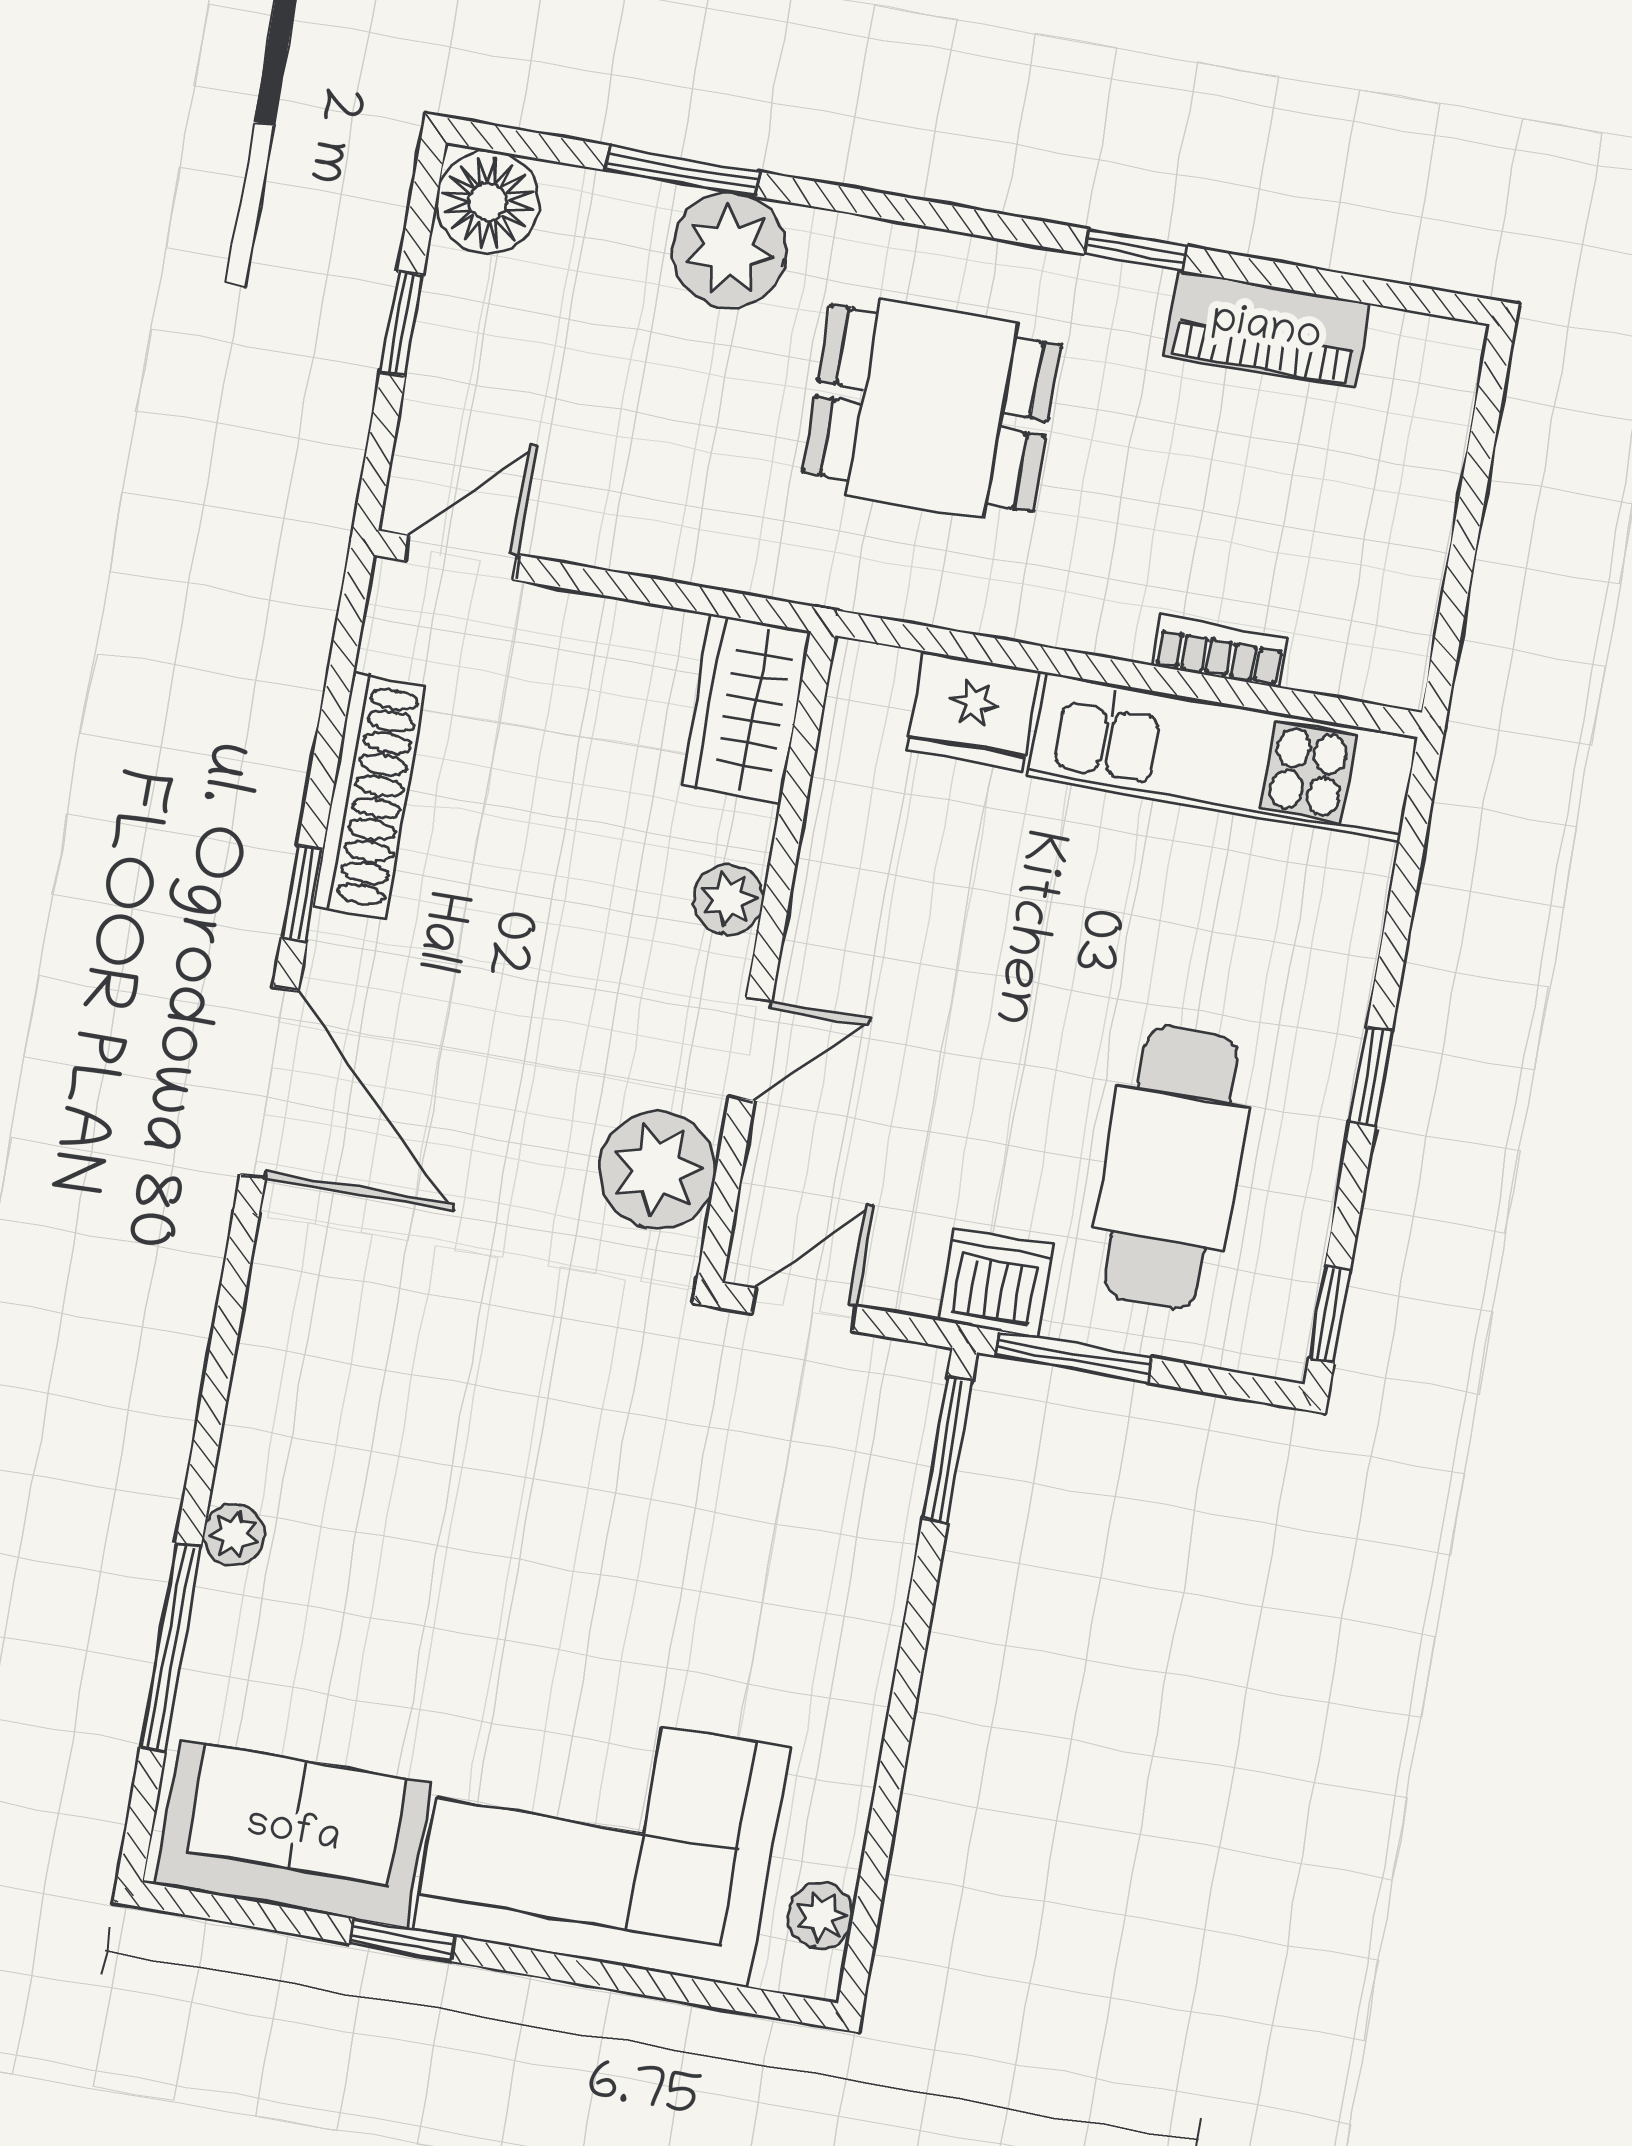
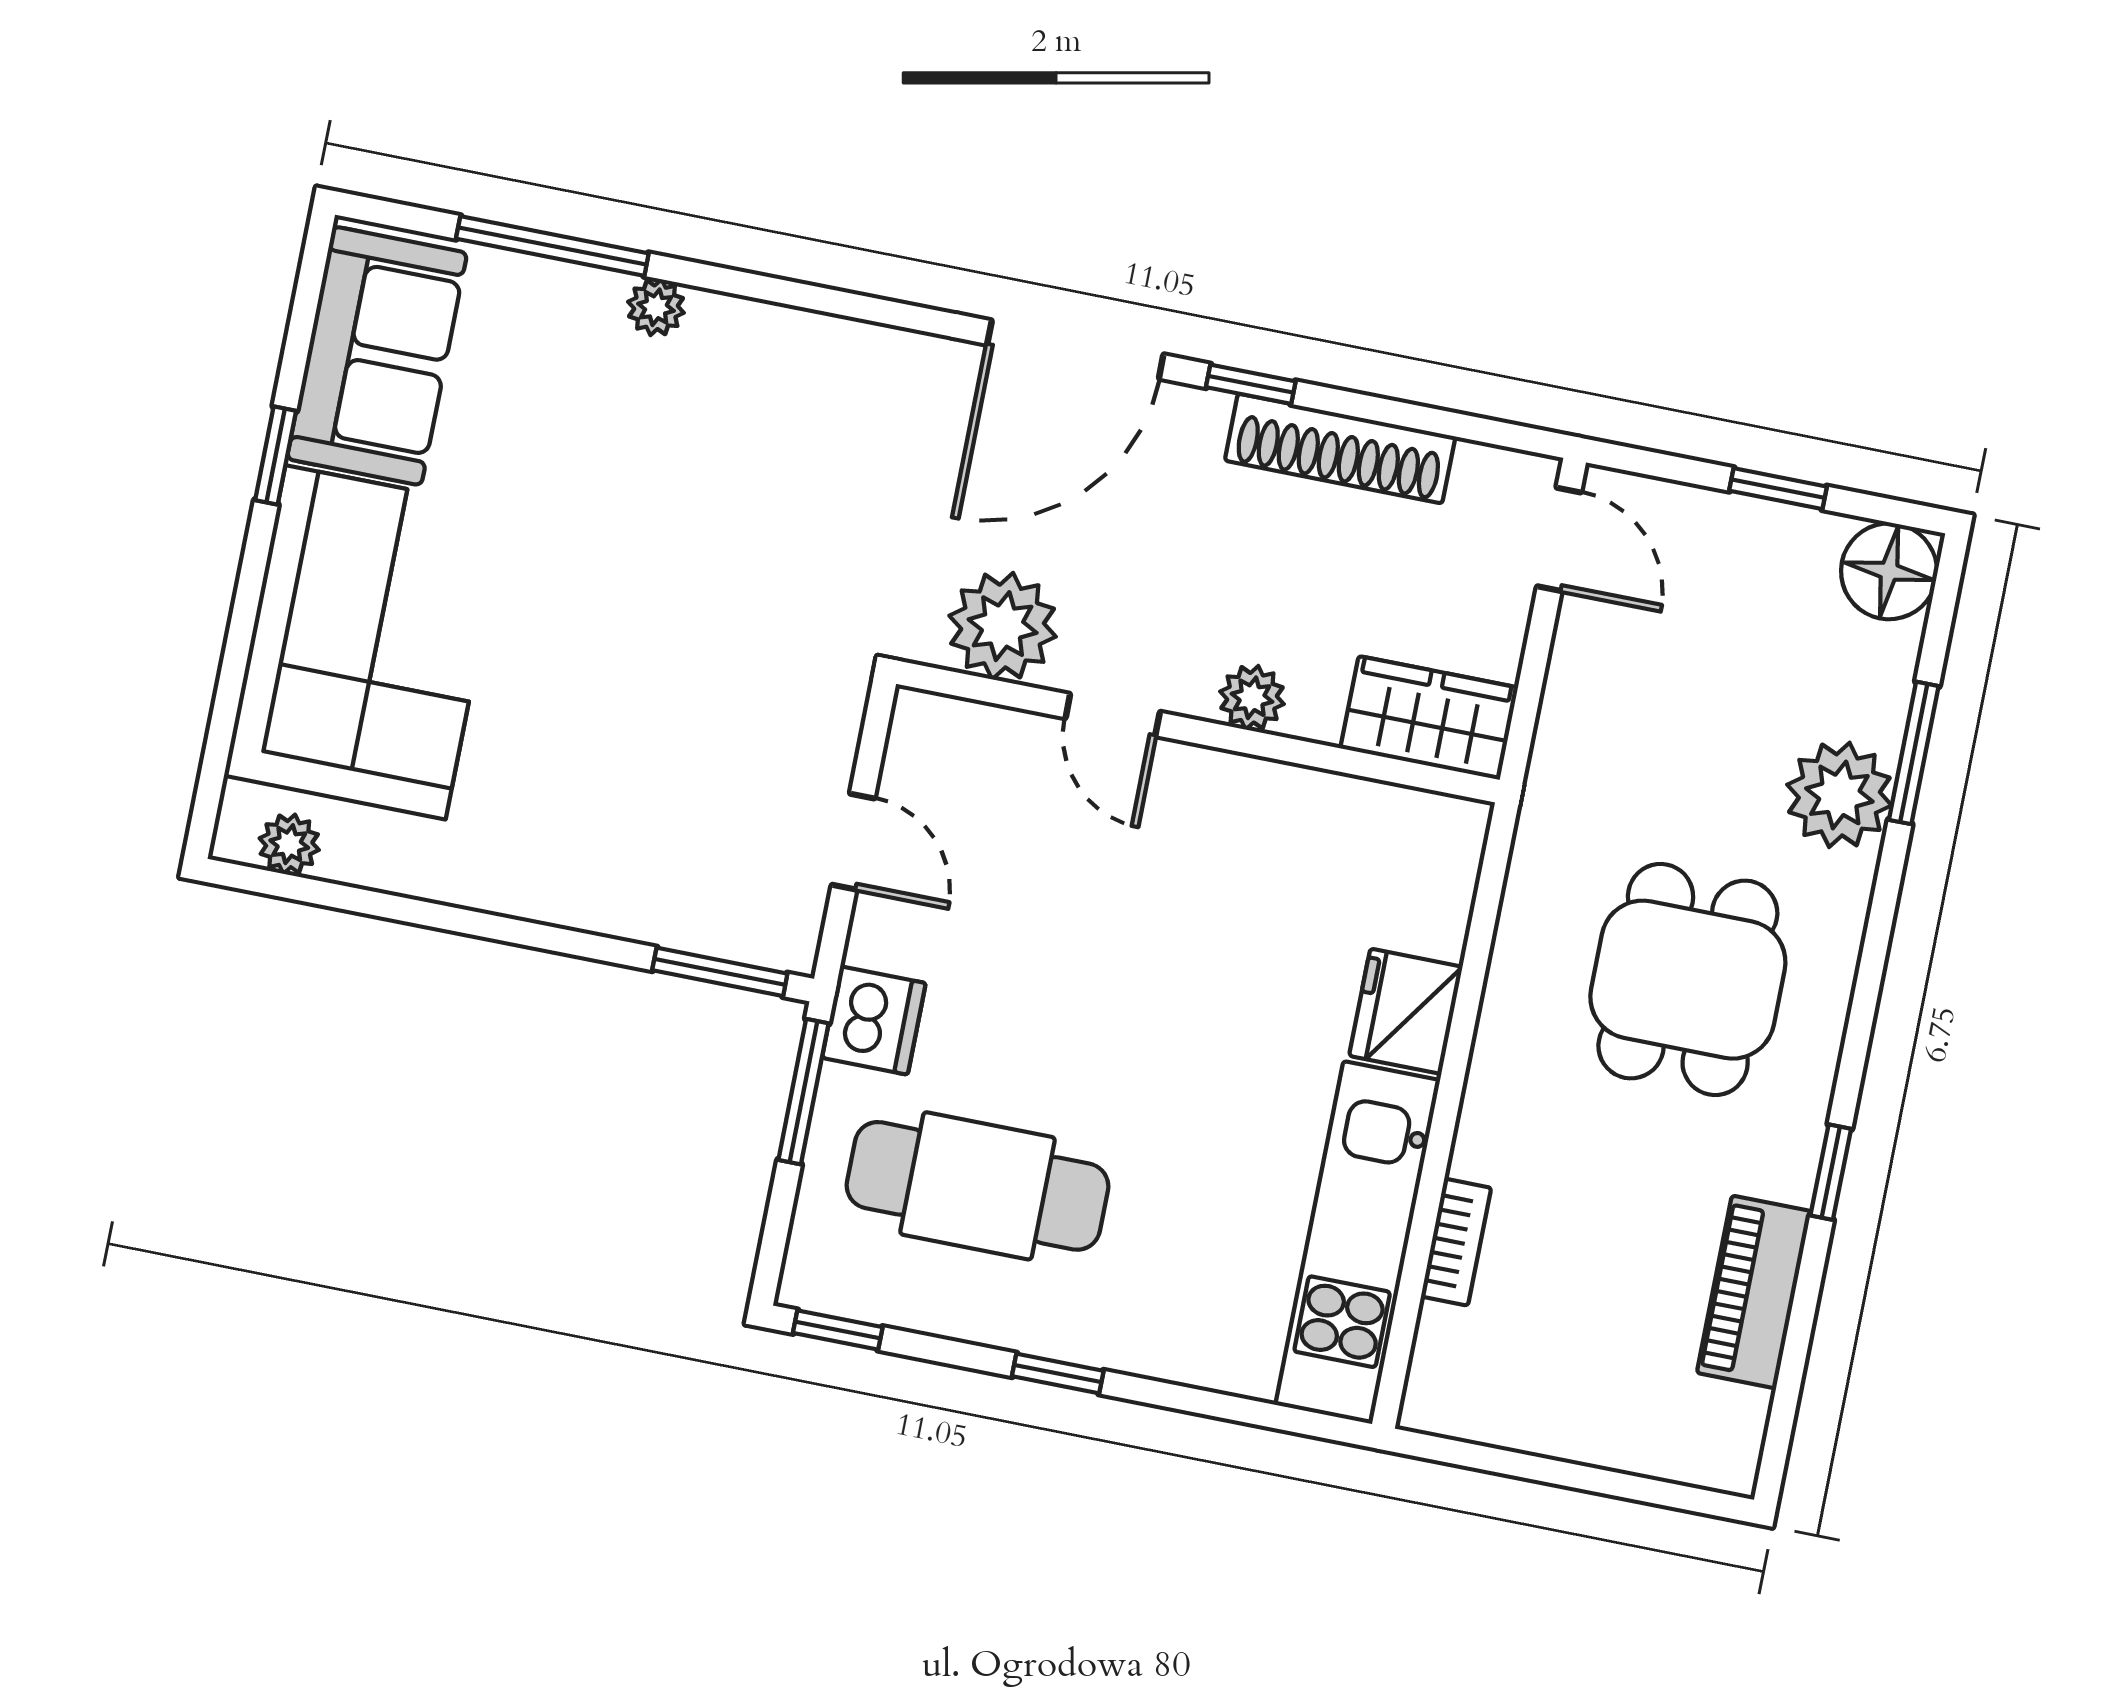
wardrobe: (746, 709) -> (1429, 718), moved
plant: (728, 900) -> (1252, 698), moved
wall: (766, 957) -> (1198, 732), moved
door: (750, 1049) -> (1113, 715), moved
plant: (657, 1170) -> (1003, 626), moved

